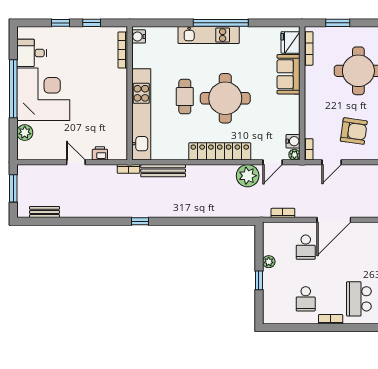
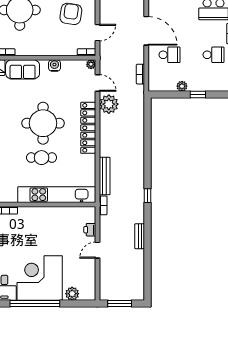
water cooler: (293, 141) -> (54, 65), moved
door: (332, 162) -> (97, 33), hinge flipped
bench: (45, 212) -> (140, 236), moved

